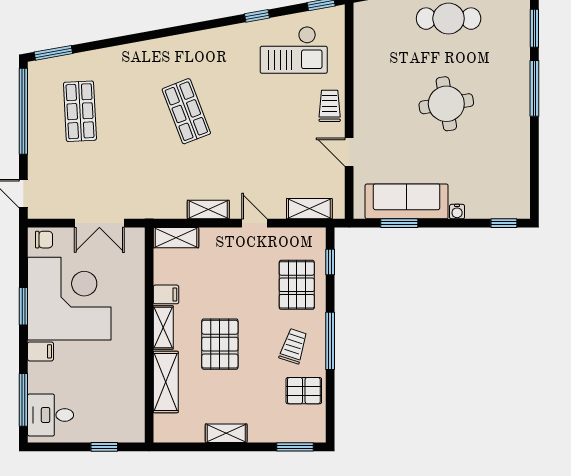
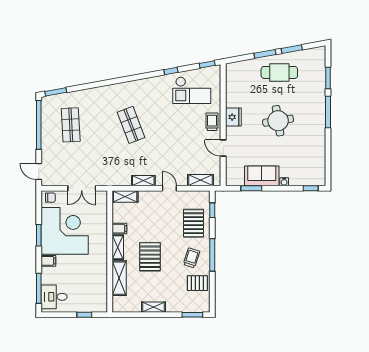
fridge: (367, 97) -> (233, 117), added
sofa: (407, 201) -> (262, 176), width x0.73

